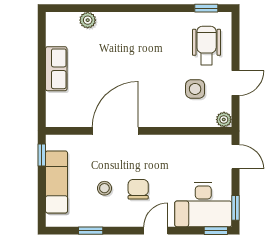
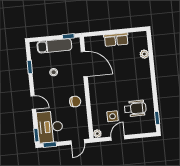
wheelchair: (207, 45) -> (135, 108), moved
door: (235, 83) -> (118, 138), swing flipped
door: (115, 131) -> (84, 64), moved
chair: (138, 189) -> (75, 102), moved

